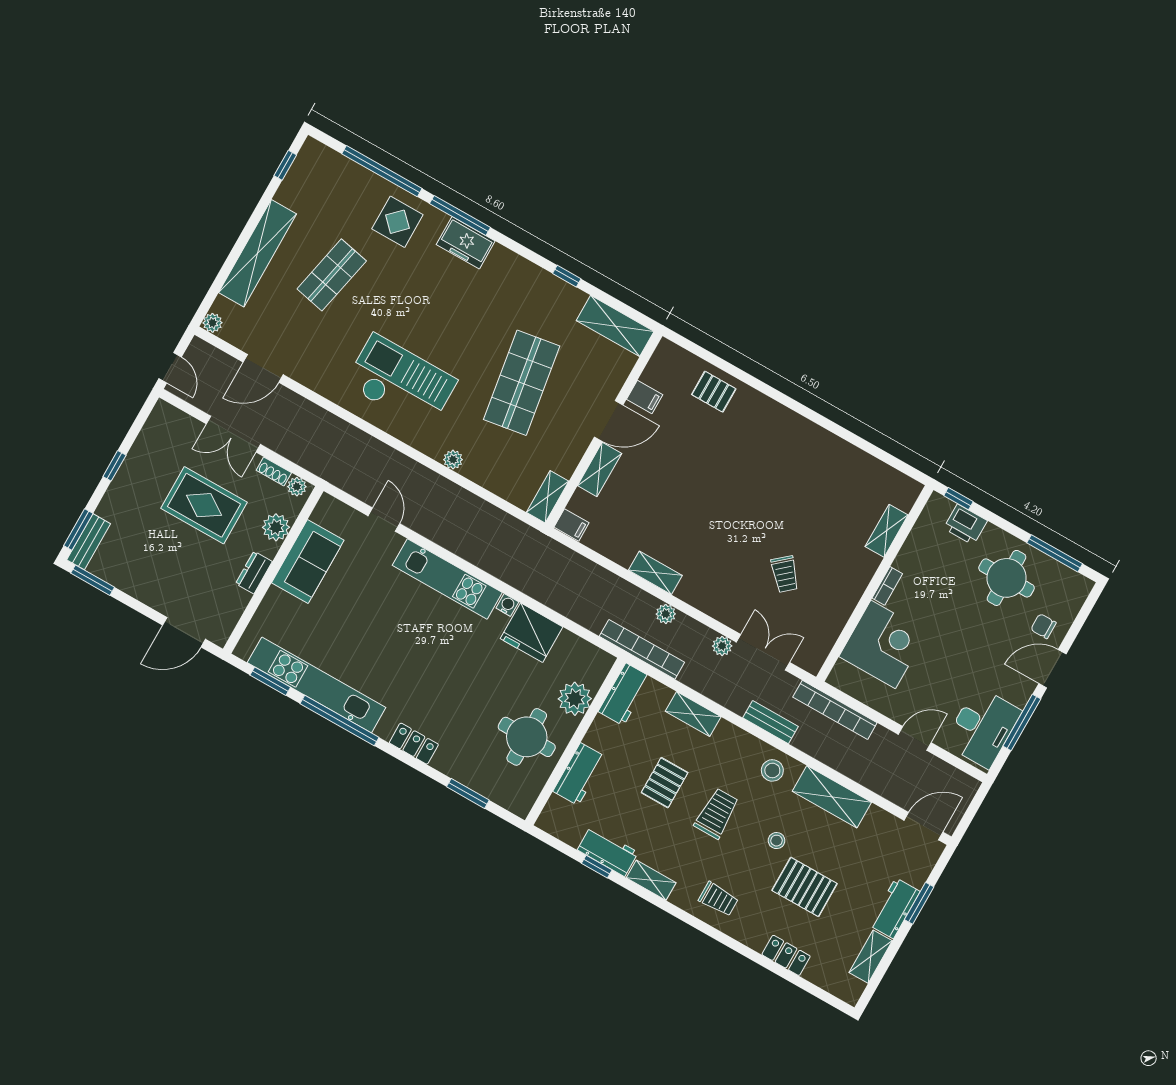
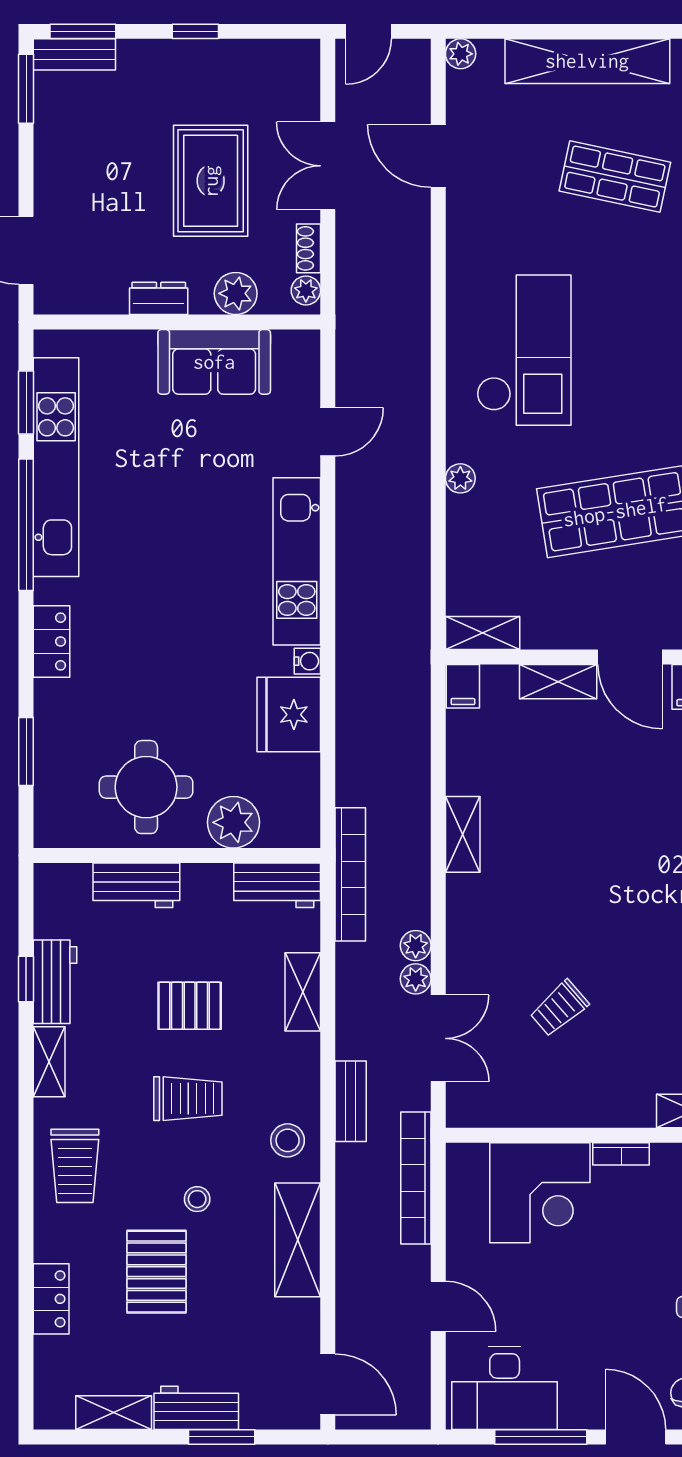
plant: (666, 614) -> (416, 946), moved
trolley: (718, 899) -> (75, 1166), width x1.36, depth x1.39

